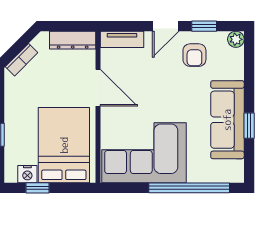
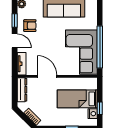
door: (98, 88) -> (47, 76), hinge flipped
bed: (64, 145) -> (77, 99), width x0.67
window: (189, 188) -> (100, 47), moved

